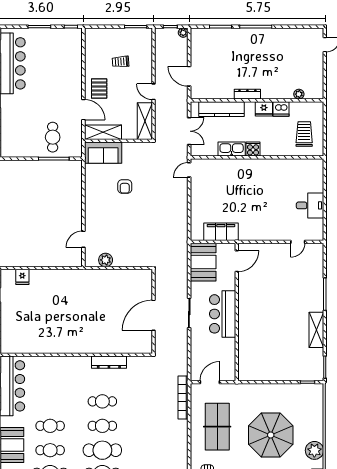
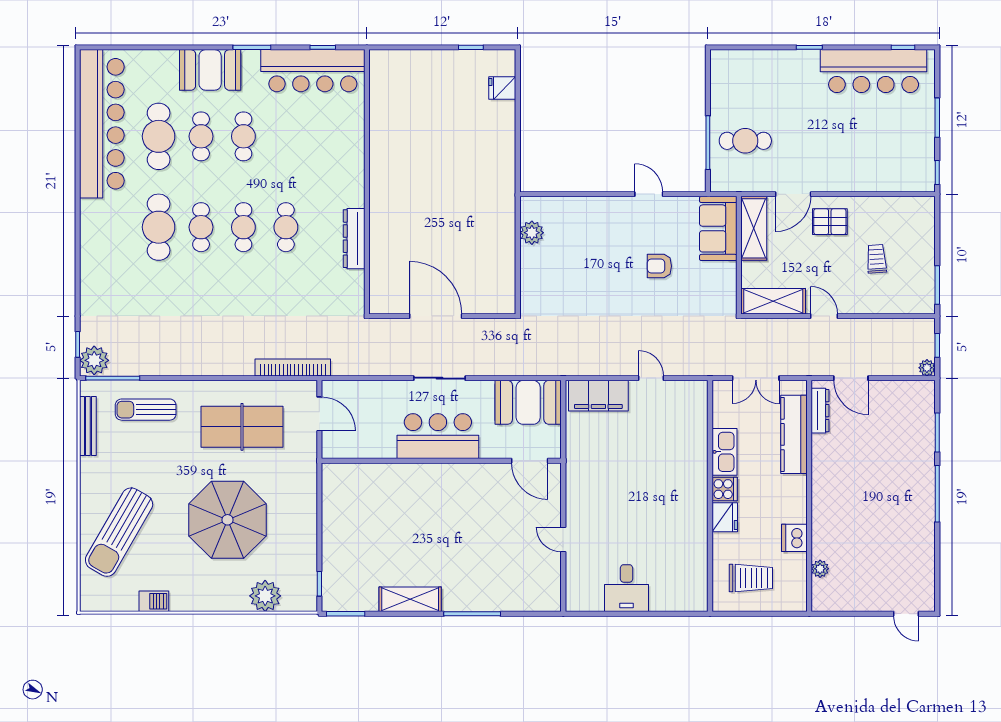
door: (189, 76) -> (851, 378), swing flipped
door: (154, 92) -> (824, 316), hinge flipped
dresser: (247, 94) -> (820, 411), moved
fridge: (264, 109) -> (725, 517), moved, turned 180
door: (189, 170) -> (651, 378), moved
filing cabinet: (221, 232) -> (598, 396), moved, turned 90
door: (83, 239) -> (649, 194), moved
door: (298, 242) -> (563, 540), moved
cafe table: (102, 450) -> (201, 227), width x0.73, depth x0.74
plant: (314, 450) -> (265, 596), moved

